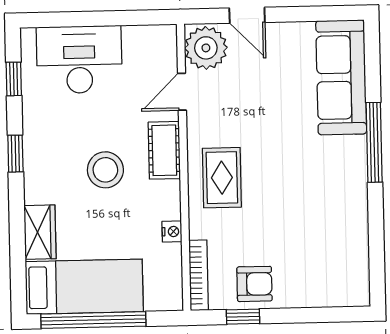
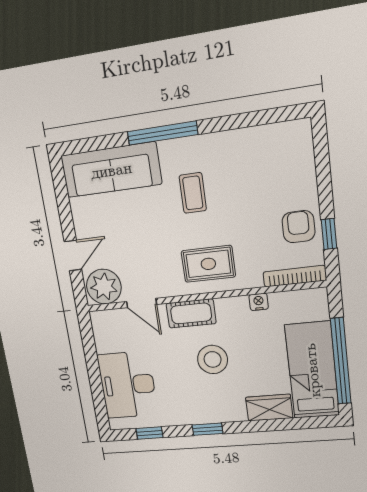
coffee table: (305, 169) -> (193, 193), added

